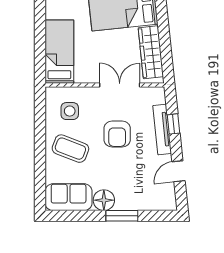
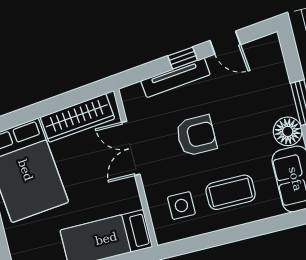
window: (173, 124) -> (183, 58), moved
coffee table: (70, 149) -> (231, 192), turned 69

